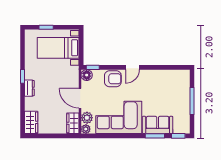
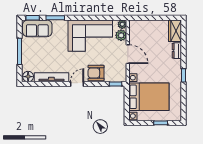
bed with nightstands: (58, 48) -> (149, 97), width x1.36
tv unit: (159, 74) -> (51, 77), added
floor lamp: (87, 75) -> (28, 77), moved
dresser: (29, 88) -> (177, 51), moved
wardrobe: (73, 123) -> (135, 30), removed
sofa: (158, 125) -> (37, 28), moved

